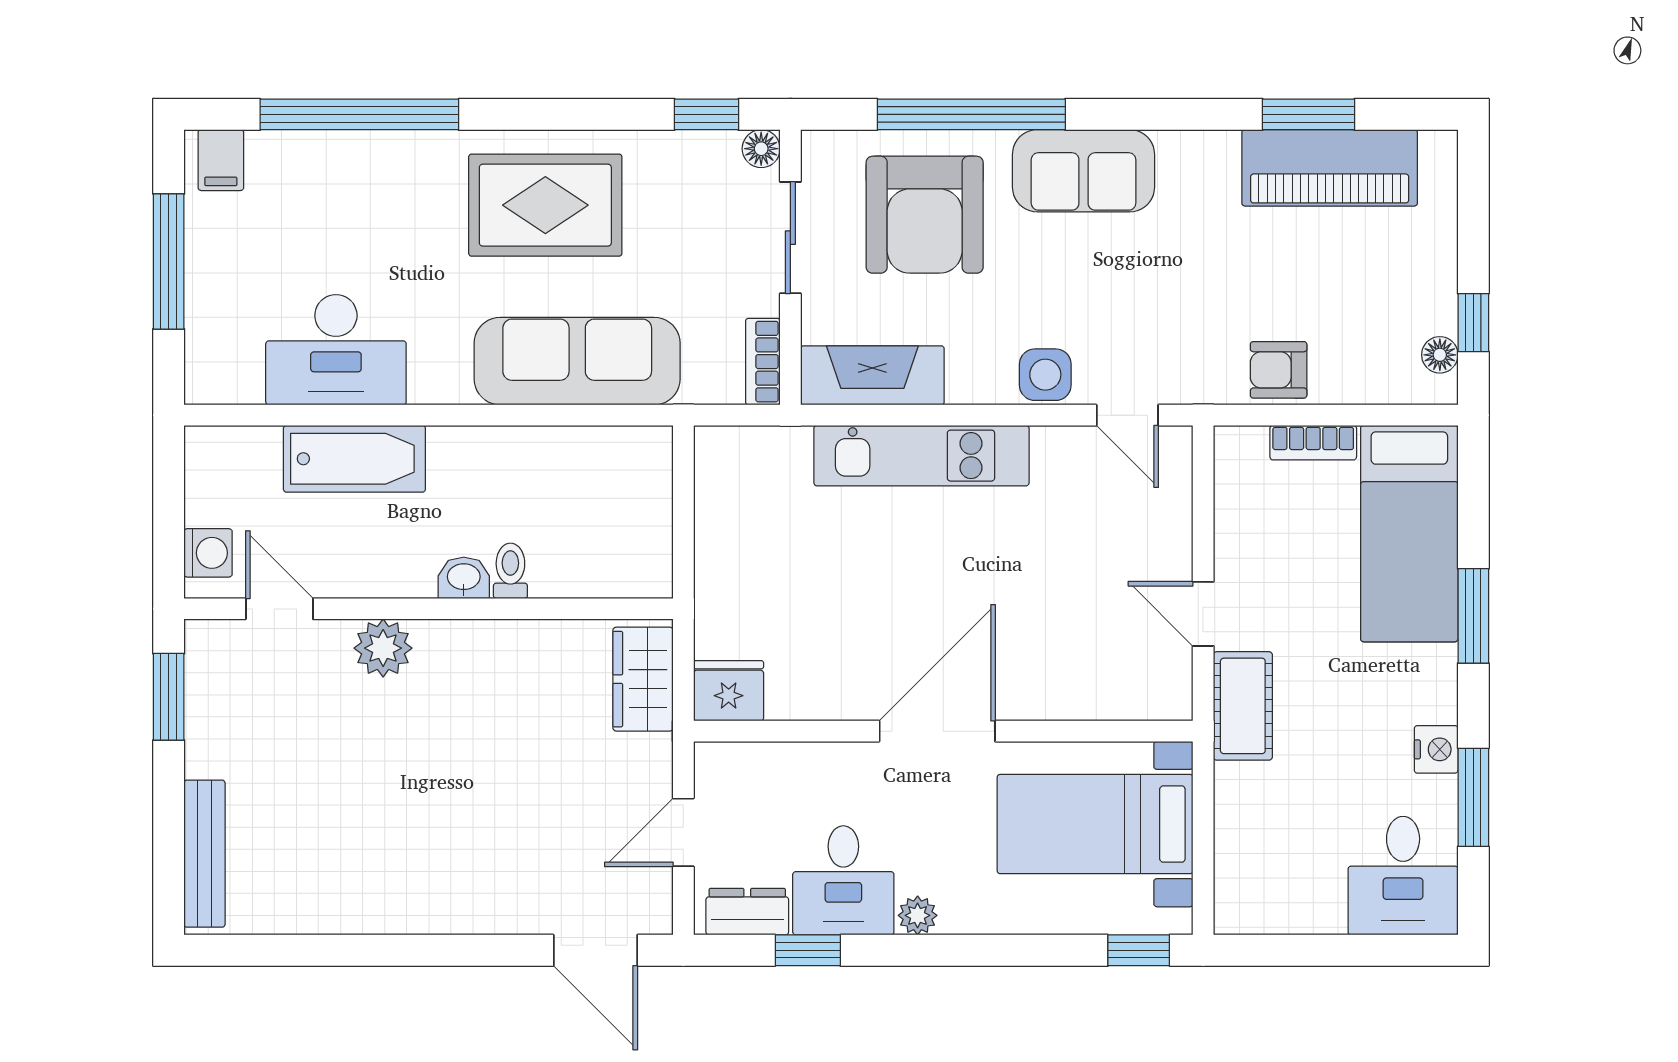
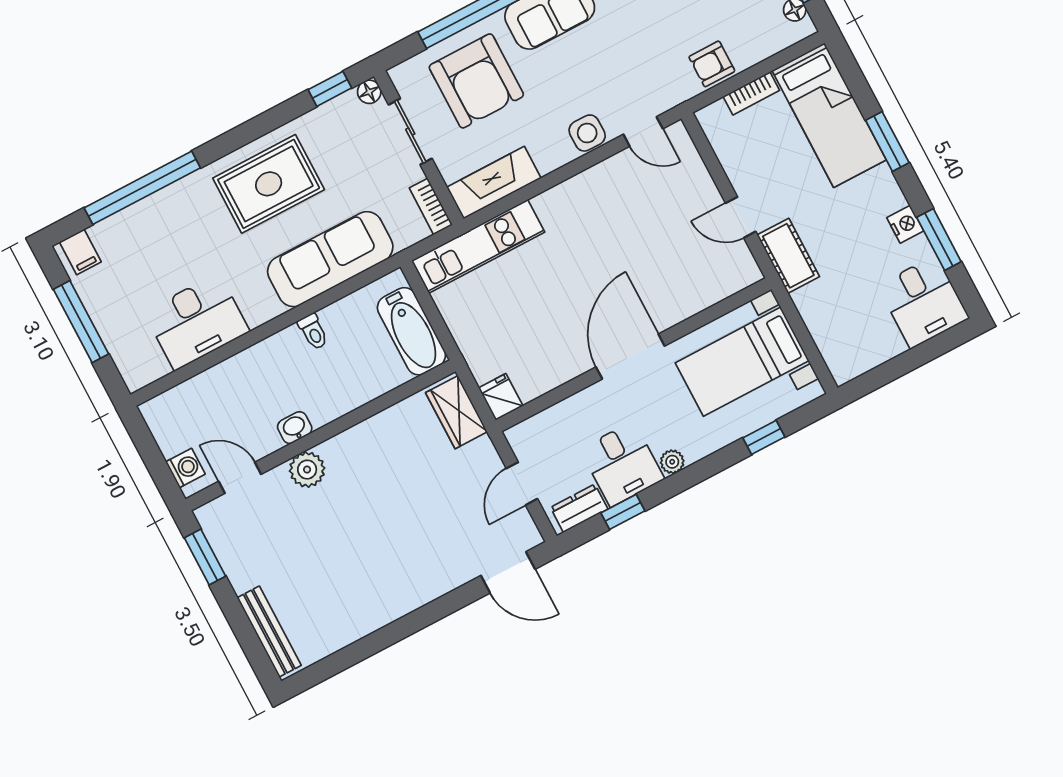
kitchen unit: (921, 456) -> (478, 246), moved
bathtub: (354, 459) -> (411, 331), moved, turned 90
toilet: (510, 571) -> (313, 332), moved, turned 180
washbasin: (464, 578) -> (295, 428), moved
fridge: (729, 691) -> (501, 397), width x0.72
window: (1139, 950) -> (764, 437), moved

